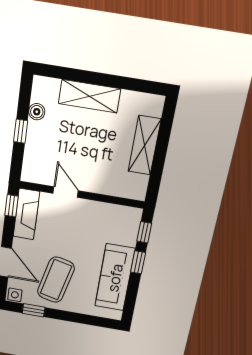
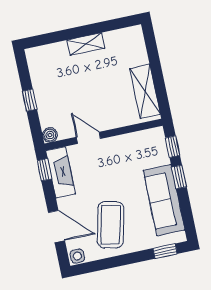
shelving: (89, 96) -> (86, 44), width x0.67, depth x0.75
boiler: (37, 112) -> (50, 135), moved
shelving: (144, 145) -> (145, 91), moved
window: (33, 310) -> (165, 251), moved

